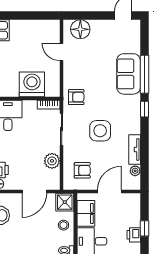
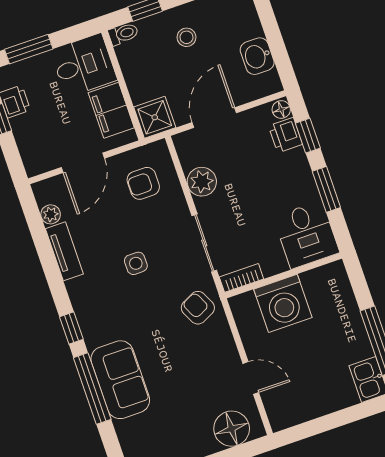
armchair: (76, 97) -> (198, 308), turned 64
side table: (100, 131) -> (136, 263), width x0.54, depth x0.54
stool: (64, 225) -> (187, 37), moved

